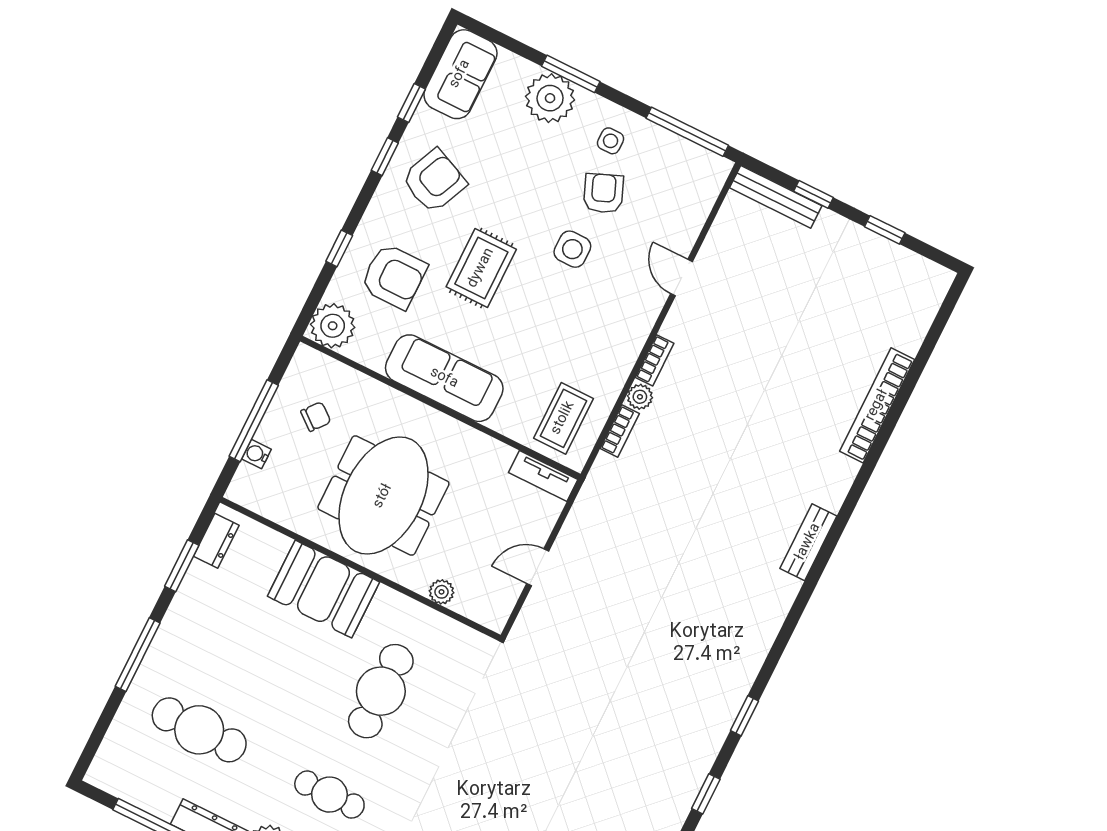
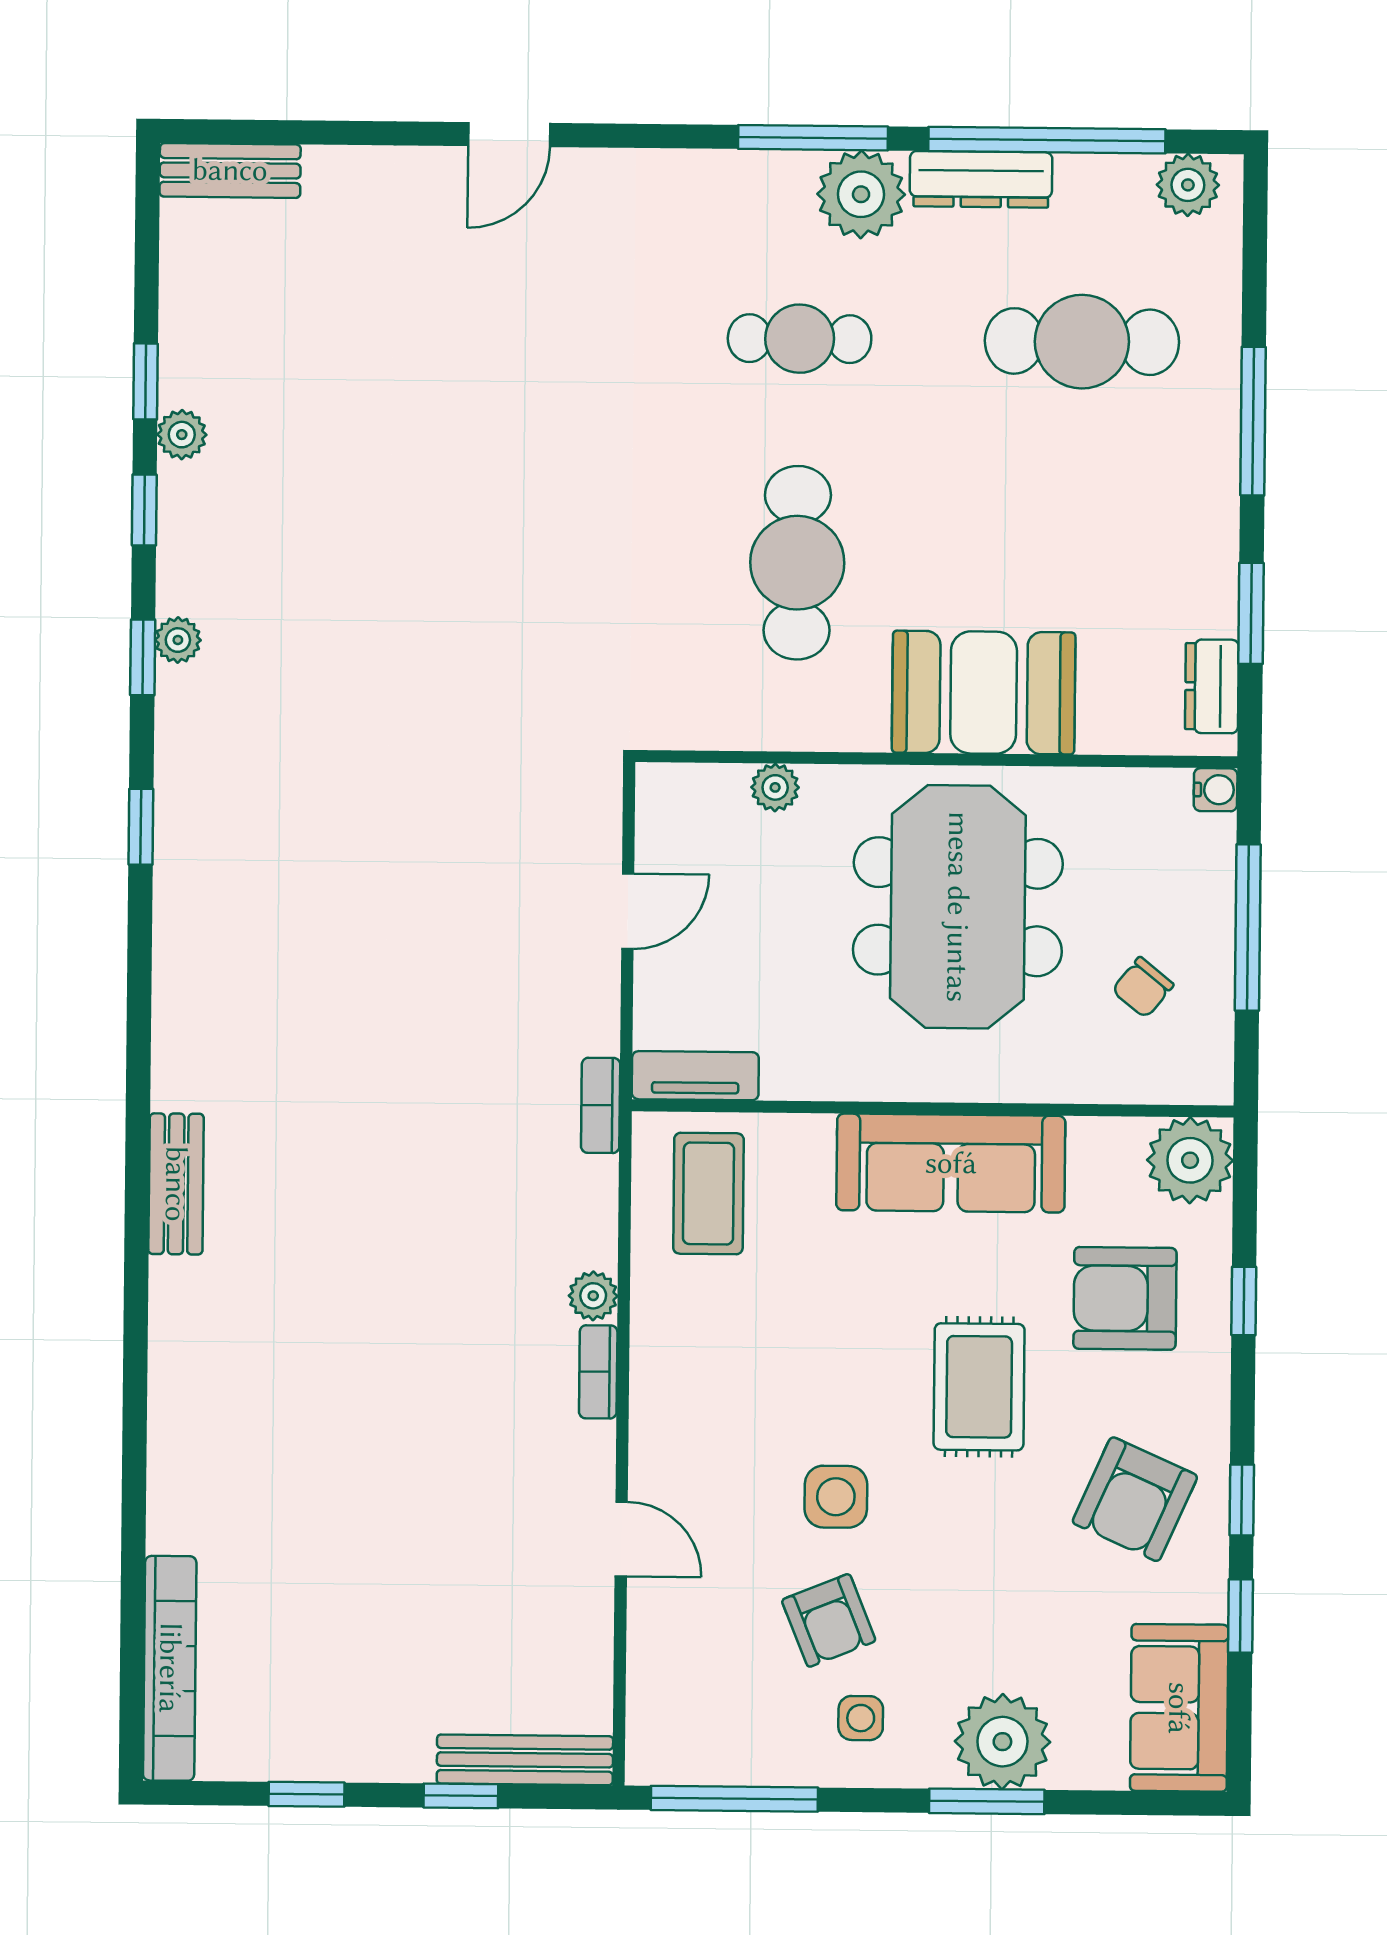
bookcase: (877, 405) -> (170, 1668), moved
bookcase: (620, 431) -> (601, 1105), moved
water cooler: (256, 454) -> (1216, 790), moved
plant: (115, 779) -> (1188, 185), added
plant: (686, 794) -> (178, 640), added

